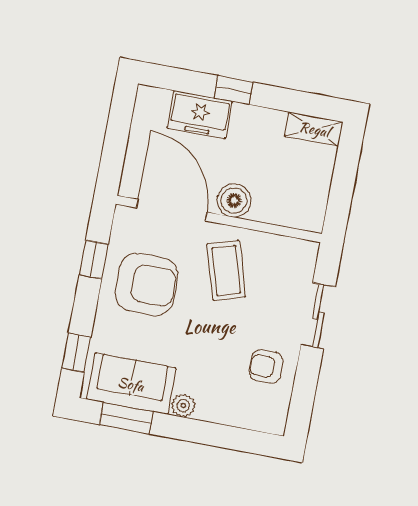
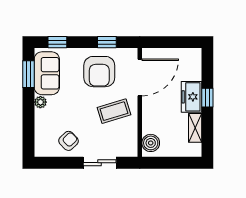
freezer: (200, 115) -> (191, 97), moved
shelving: (314, 129) -> (195, 128), moved
boiler: (234, 200) -> (151, 143), moved
armchair: (266, 367) -> (68, 141), turned 46

